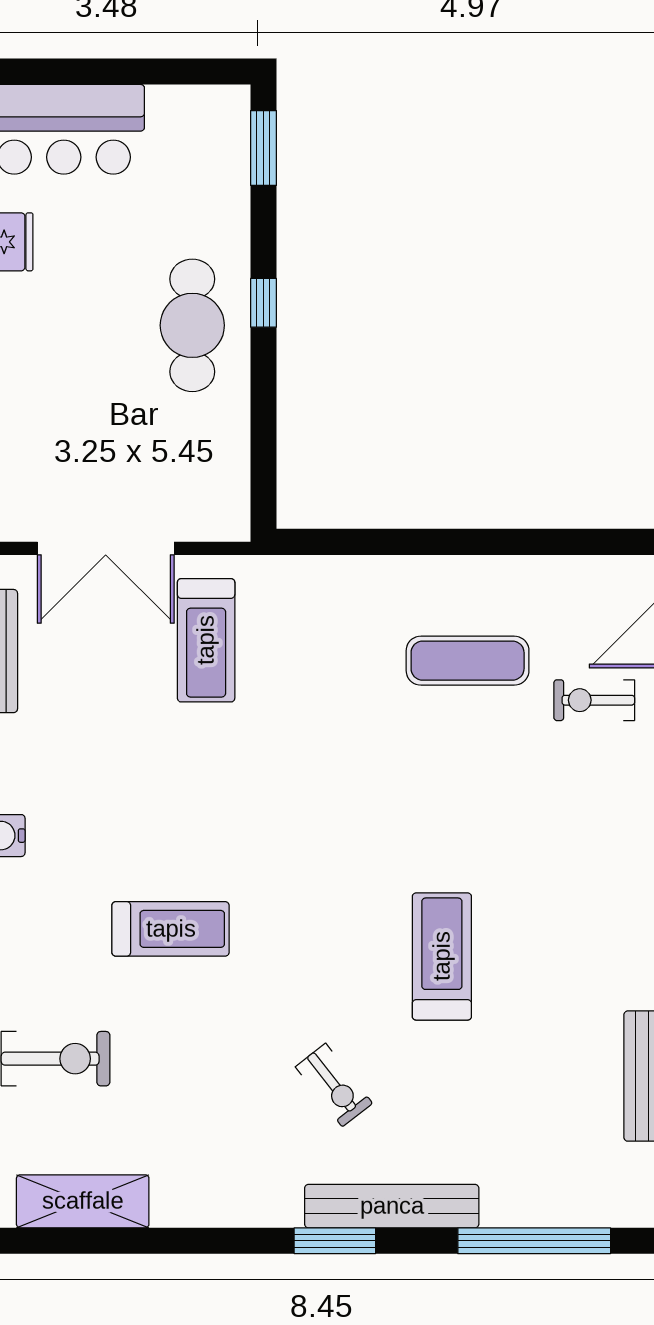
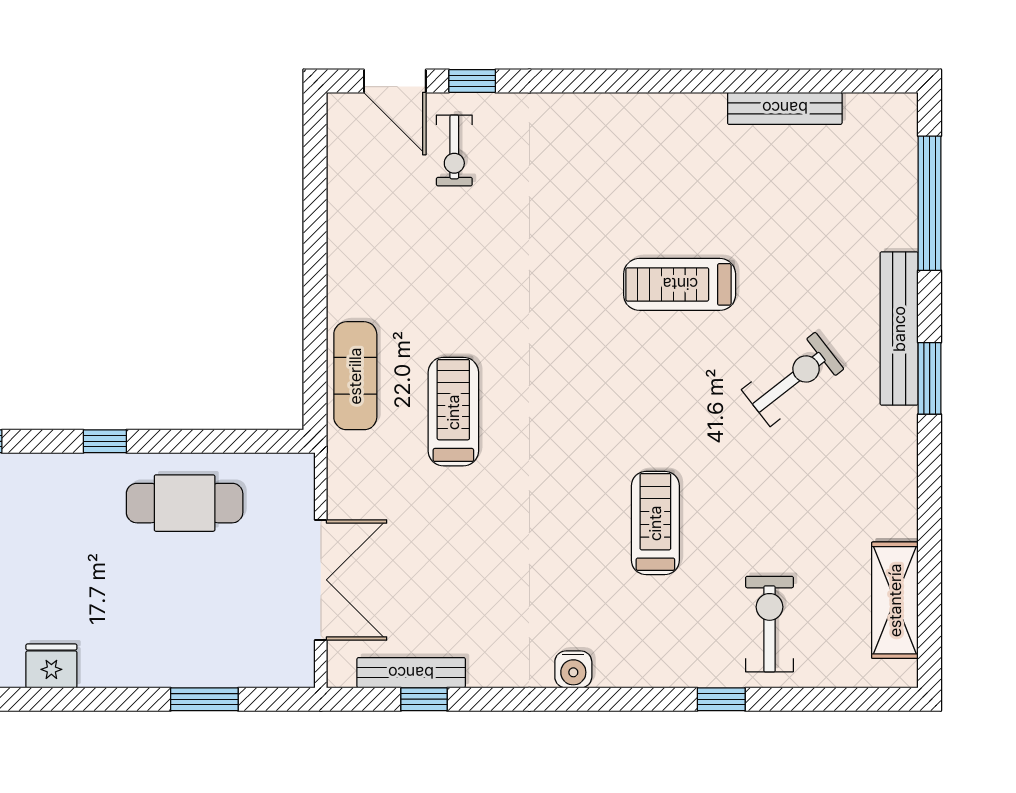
cafe table: (192, 325) -> (185, 503), moved
treadmill: (206, 640) -> (453, 412), moved, turned -90
exercise mat: (468, 661) -> (355, 376), moved
exercise bike: (334, 1085) -> (793, 379), width x1.38, depth x1.39

